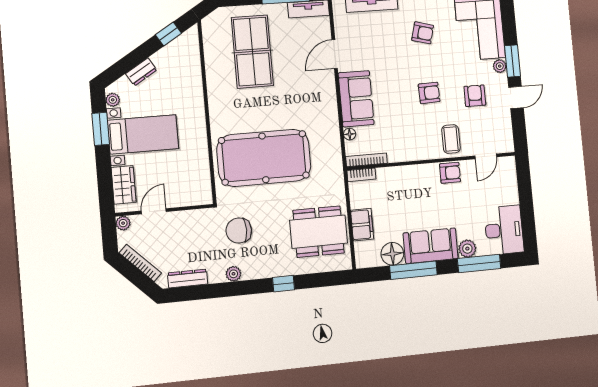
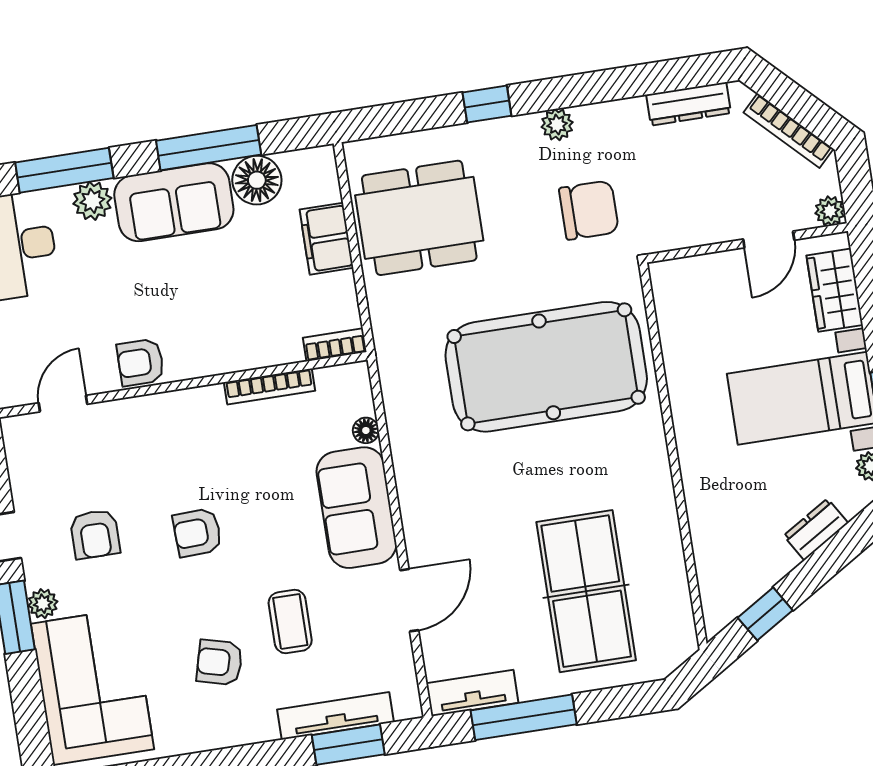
coffee table: (451, 139) -> (290, 622), moved
bookcase: (366, 160) -> (269, 387), moved
plant: (233, 274) -> (557, 125), moved

